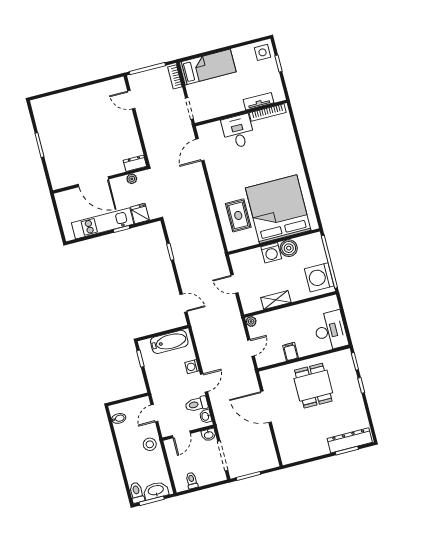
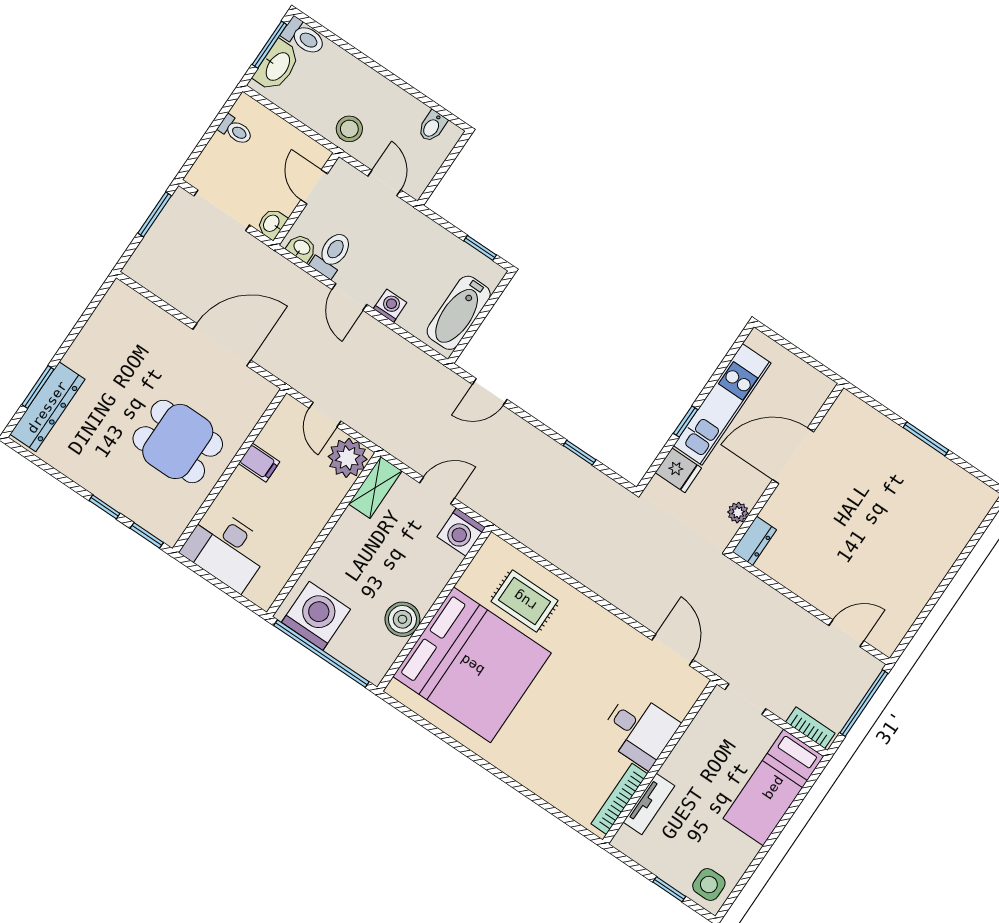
washing machine: (271, 253) -> (461, 532), moved, turned -90
shelving: (276, 300) -> (375, 488), moved
plant: (251, 322) -> (348, 458), width x1.88, depth x1.88

